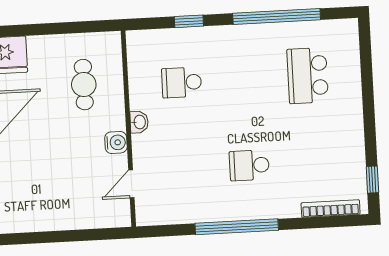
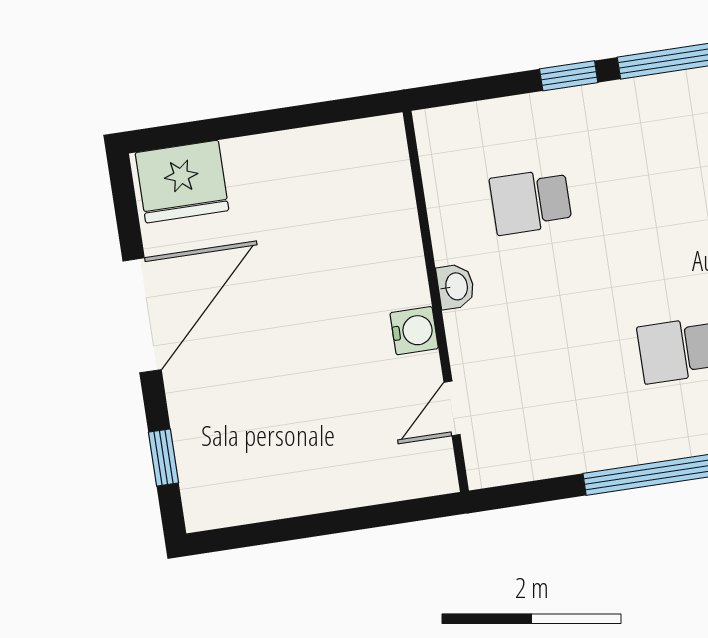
window: (189, 21) -> (569, 76), moved
cafe table: (84, 85) -> (341, 224), removed

